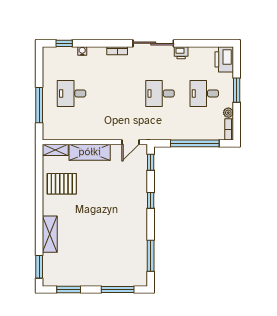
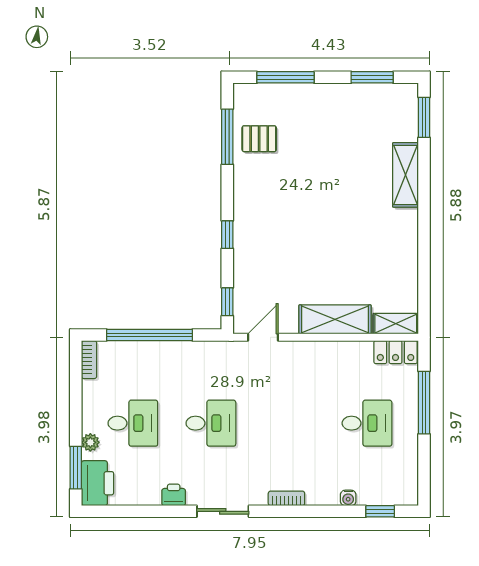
sliding door: (153, 43) -> (223, 511), width x0.73
window: (237, 90) -> (76, 468), moved
plant: (228, 113) -> (90, 442), moved
locker: (55, 134) -> (396, 352), added
pallet: (62, 184) -> (259, 139), moved, width x0.67, depth x0.71

